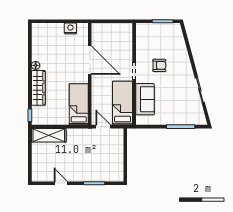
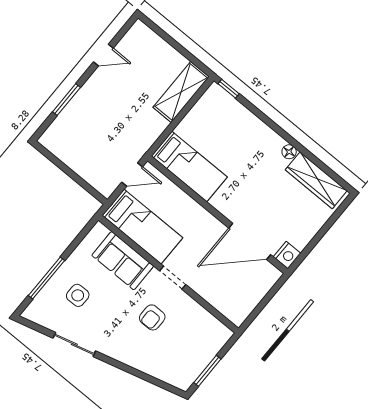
nightstand: (70, 28) -> (287, 255), moved
door: (90, 60) -> (250, 241), moved
wardrobe: (38, 88) -> (316, 180), moved
side table: (177, 106) -> (78, 295), added

